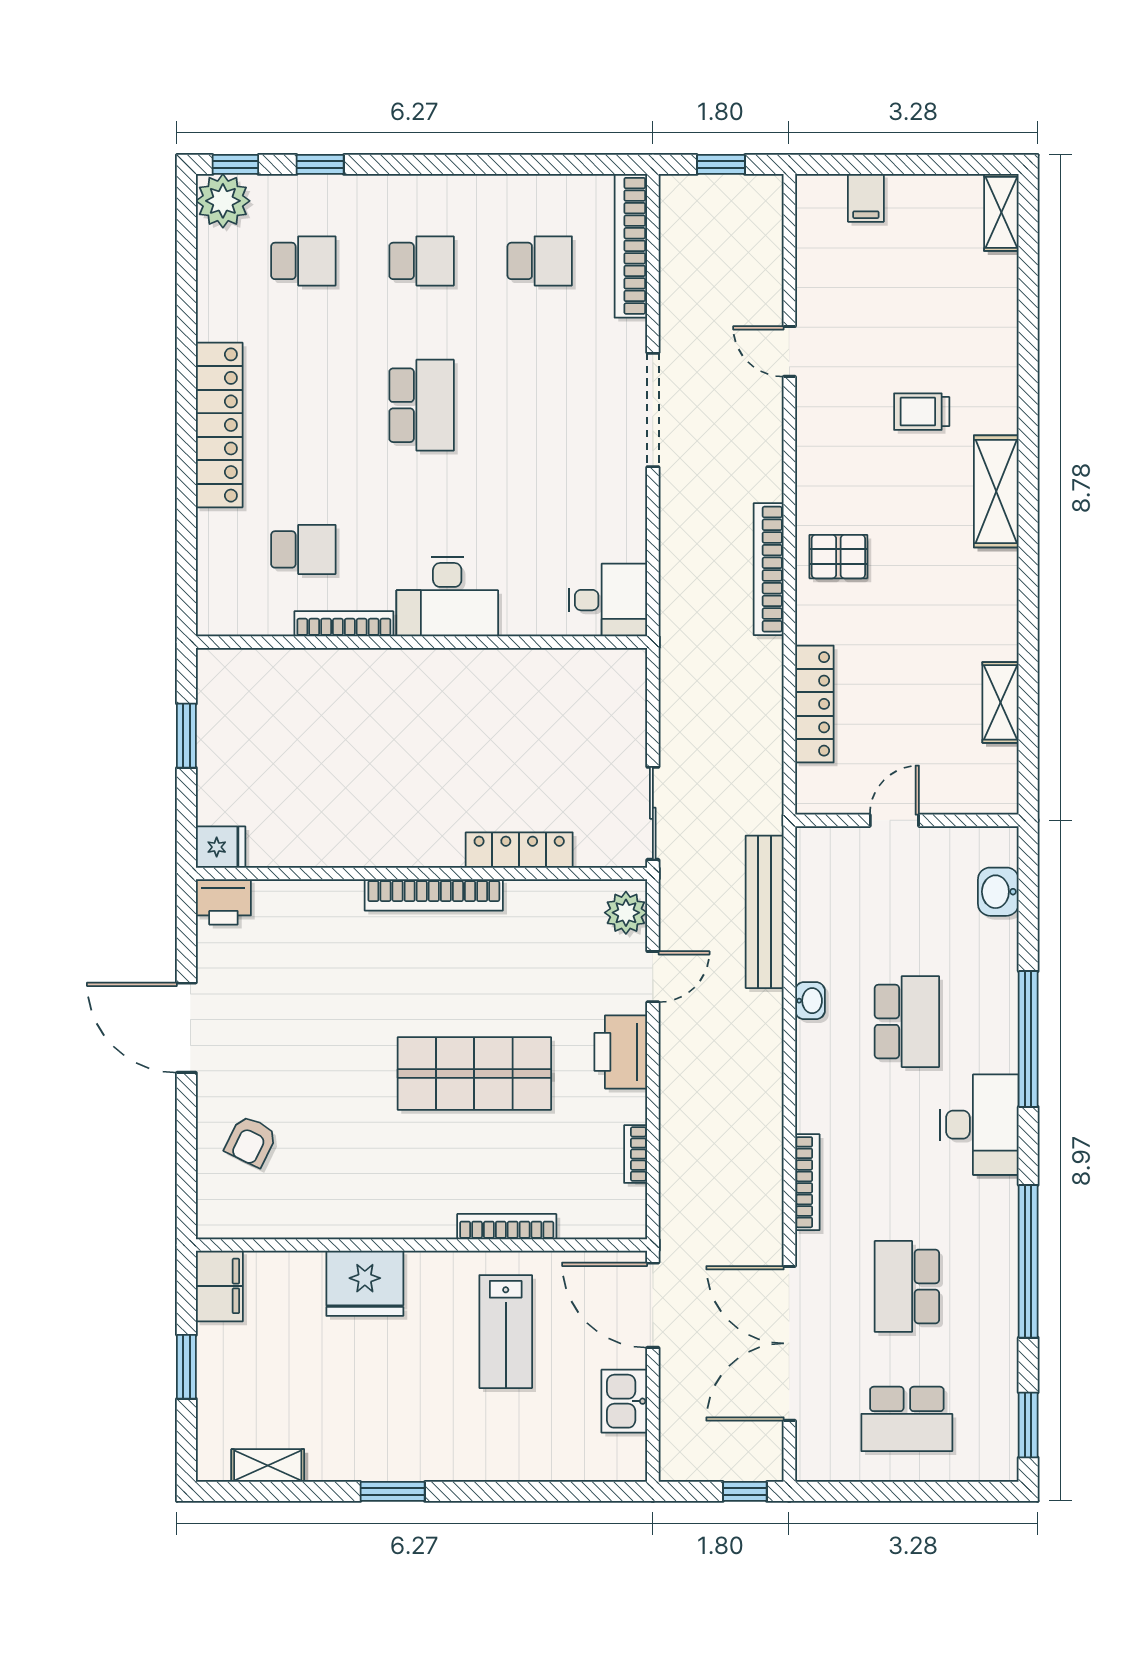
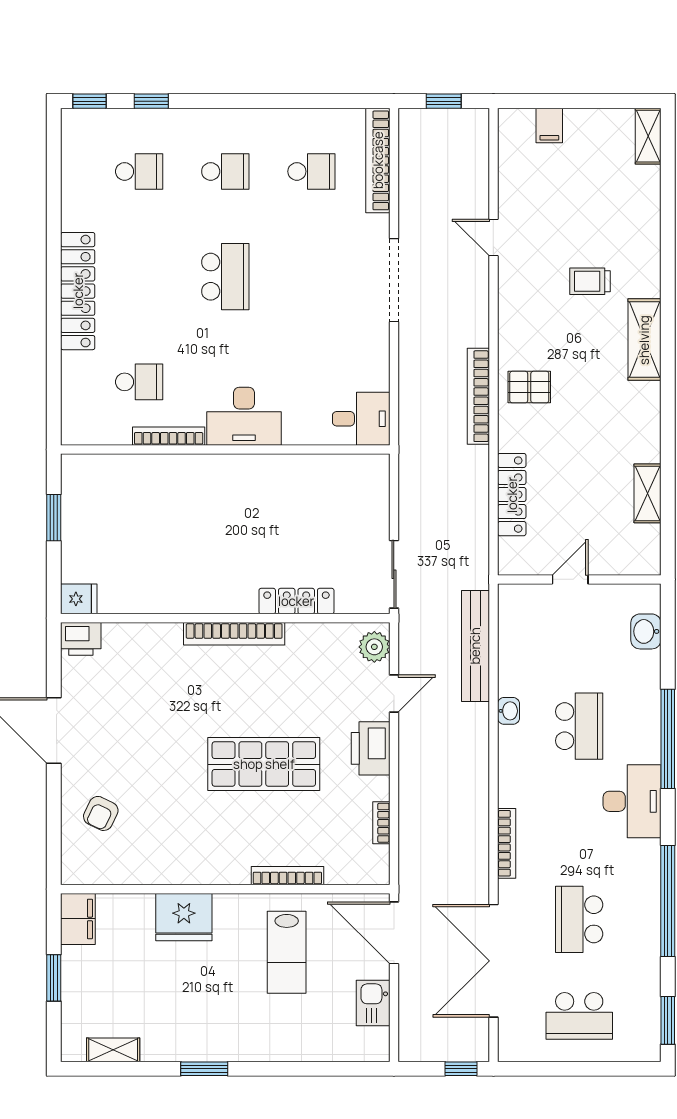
plant: (223, 201) -> (80, 128), removed

